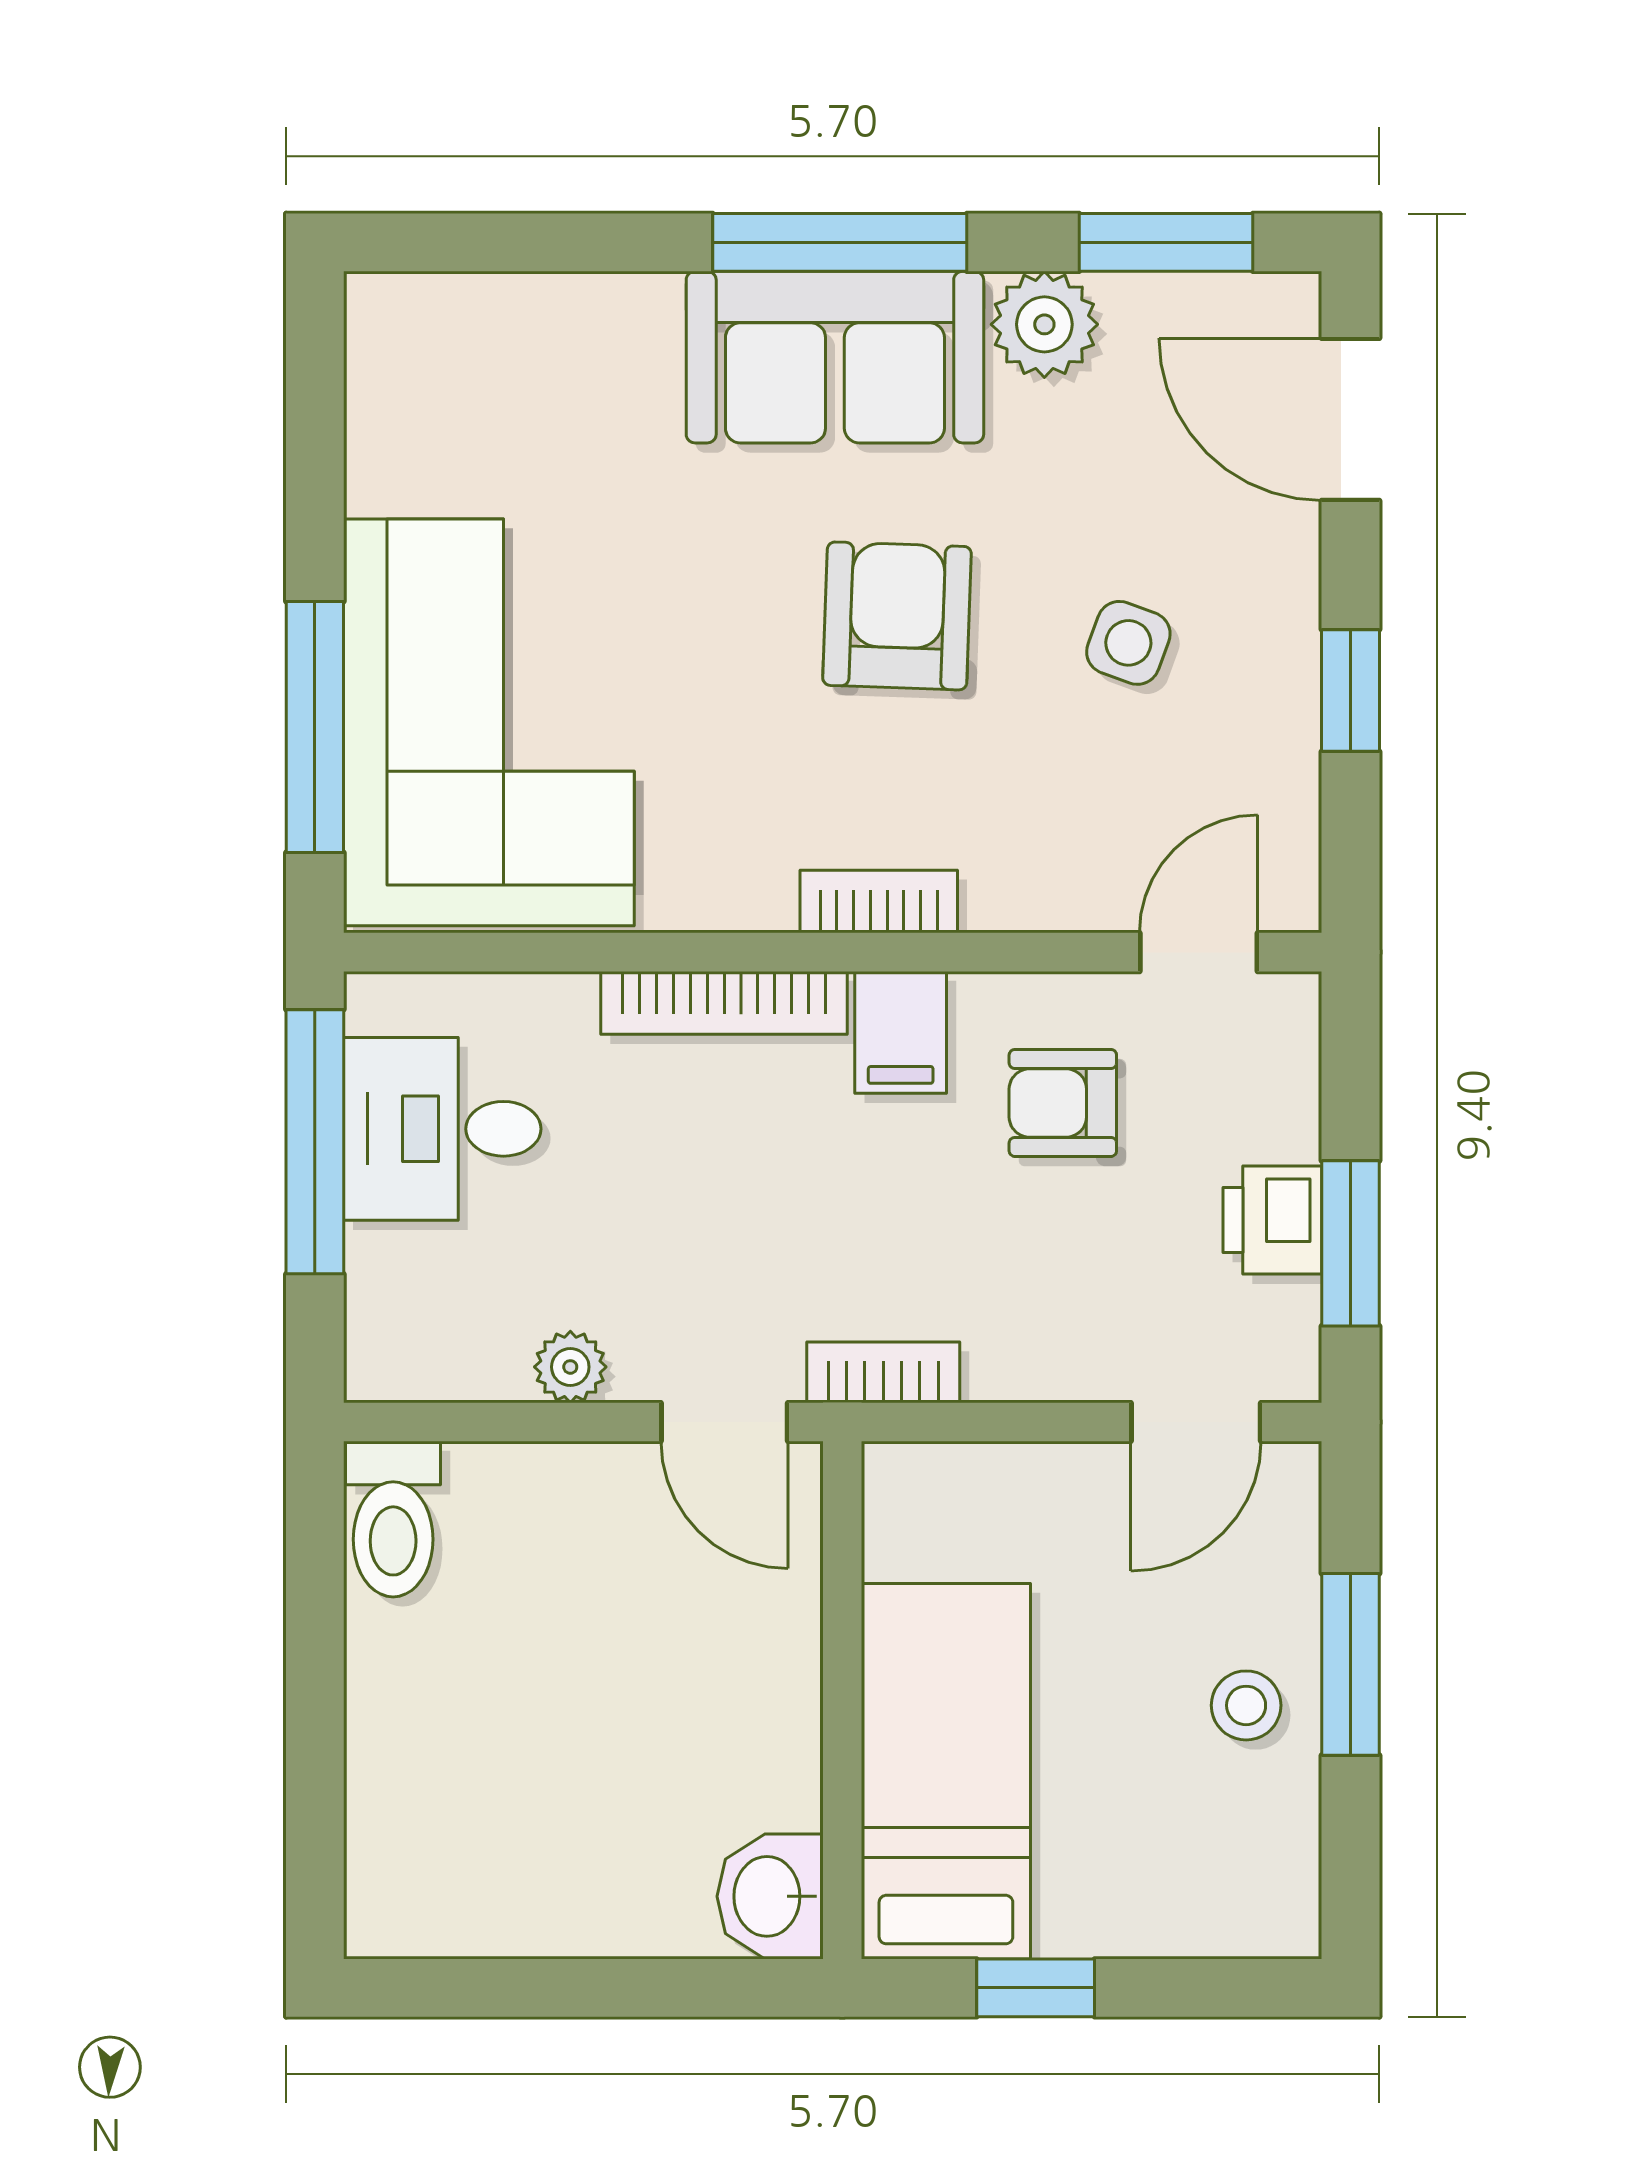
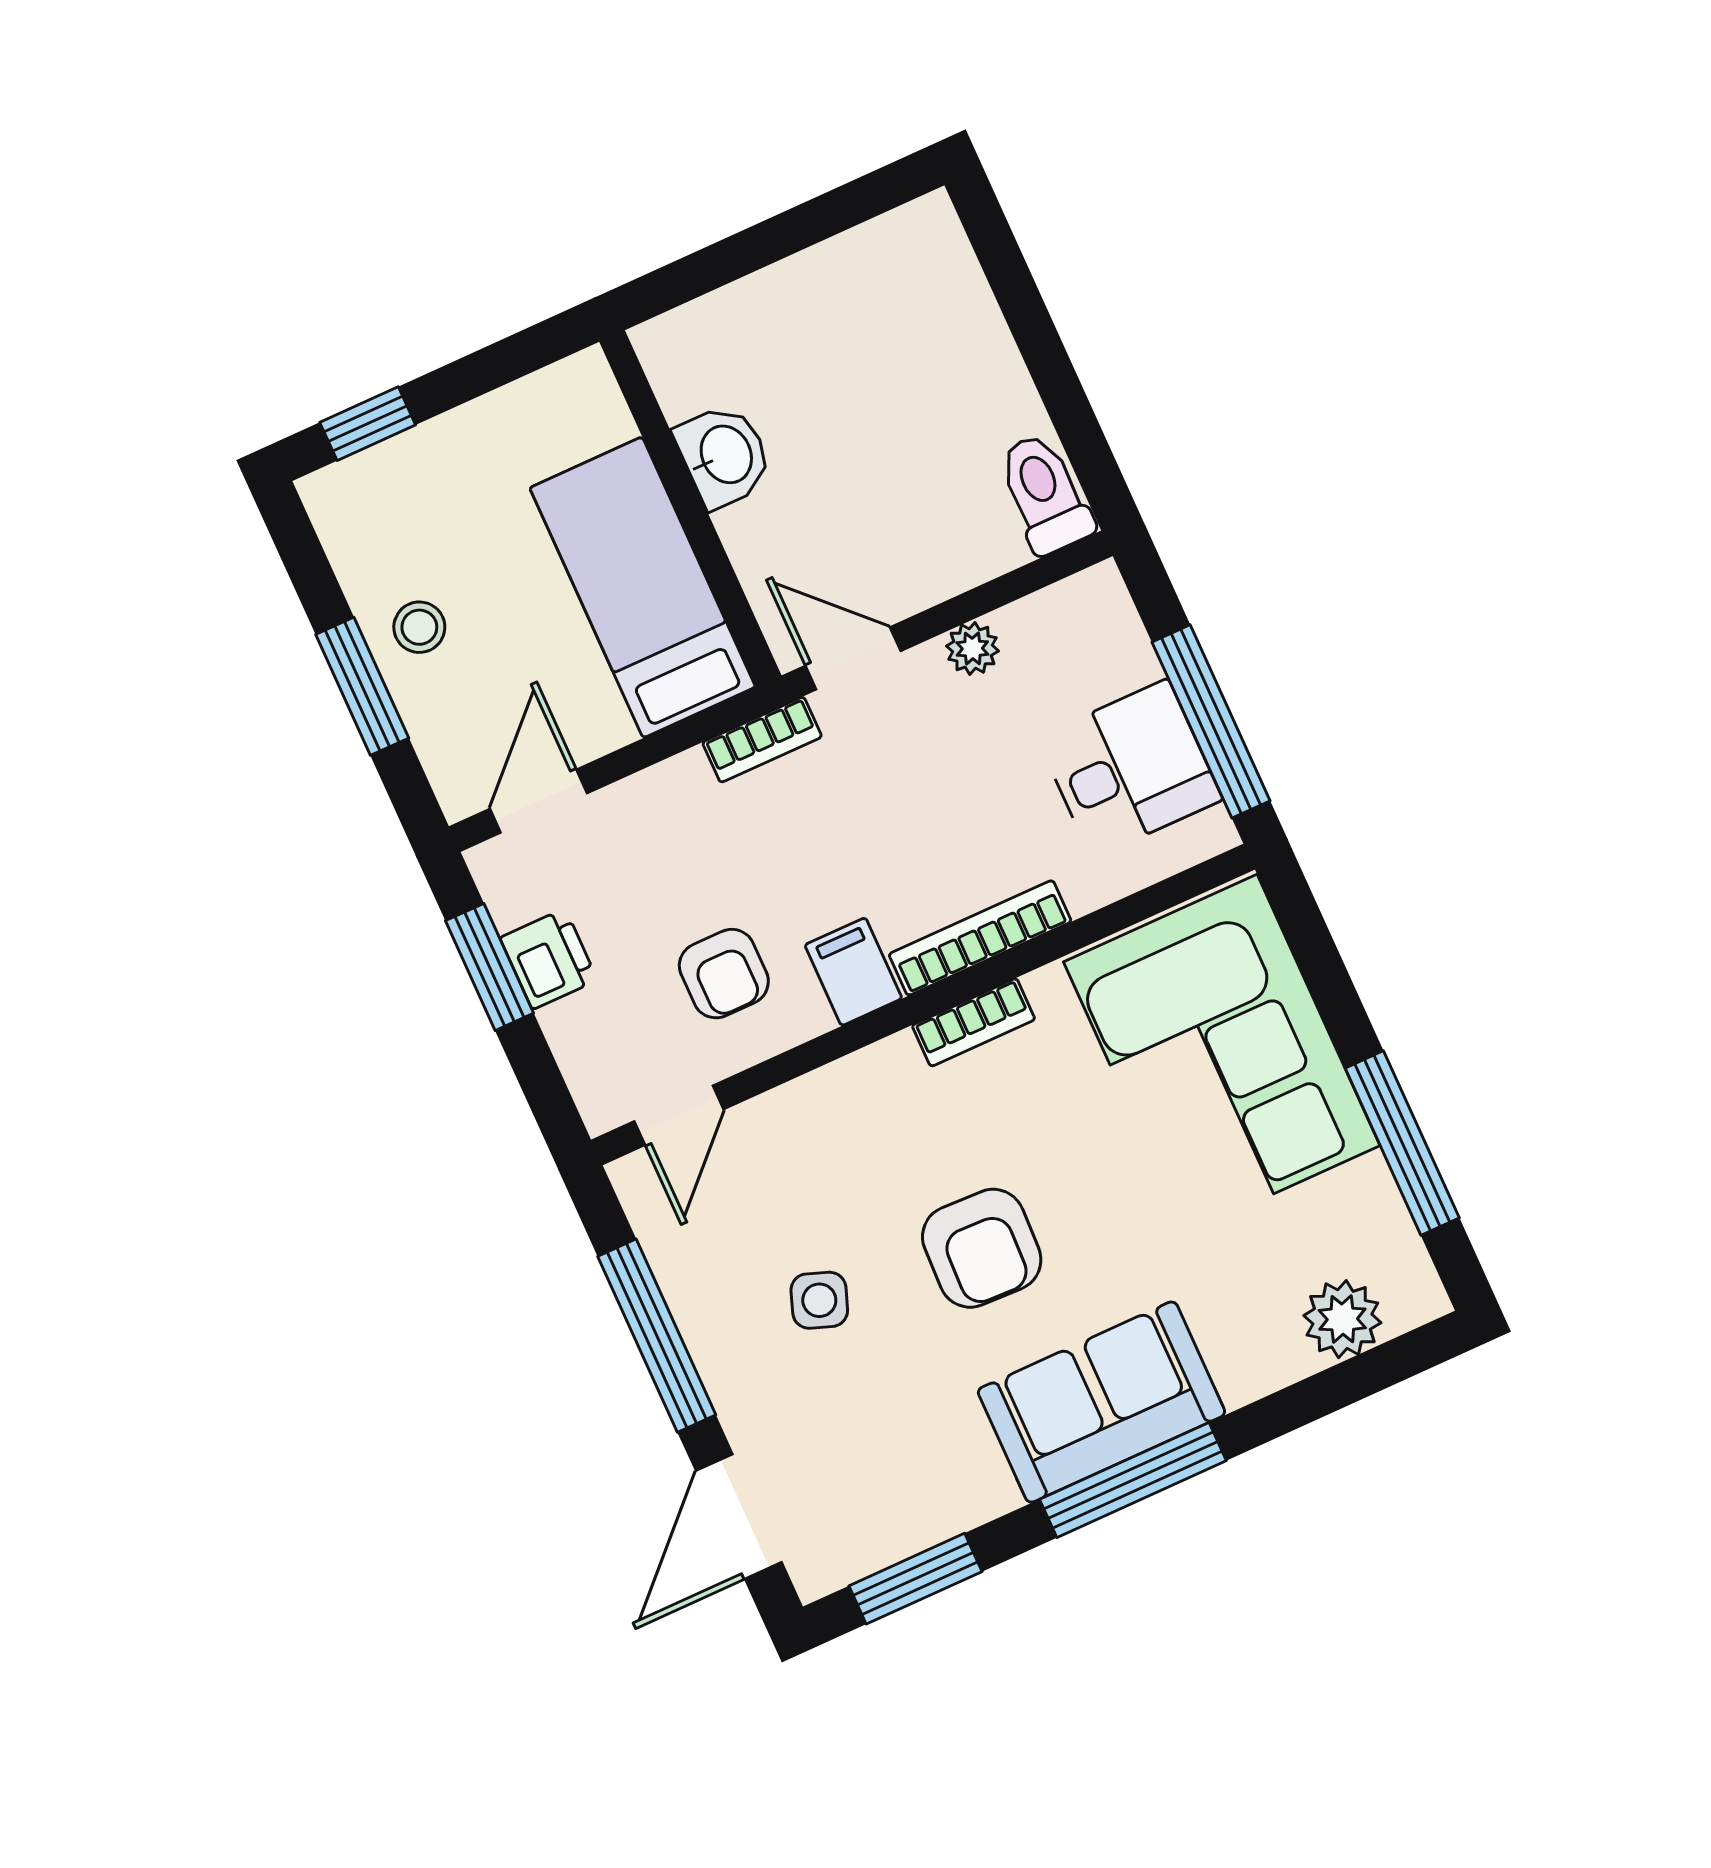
plant: (1044, 324) -> (1342, 1319), moved
door: (1351, 419) -> (739, 1516), swing flipped
window: (1351, 691) -> (657, 1336), width x2.17
window: (315, 727) -> (1402, 1143), moved
bookcase: (879, 901) -> (974, 1022), moved
armchair: (1063, 1103) -> (724, 974), turned 90
bed: (946, 1771) -> (643, 587), moved, turned 180
washbasin: (770, 1896) -> (724, 455), moved
window: (1036, 1988) -> (368, 424), moved

